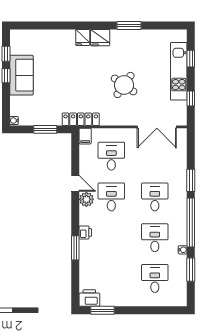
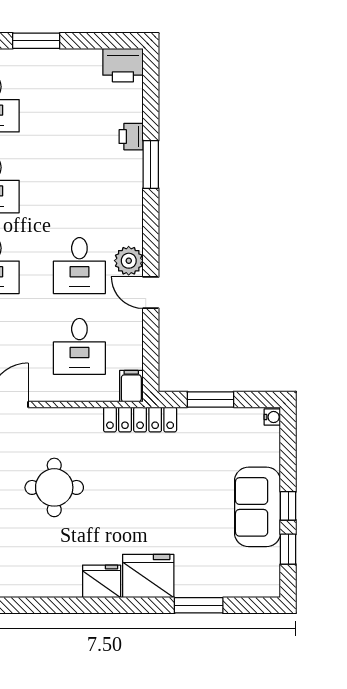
window: (129, 25) -> (199, 605), moved
fridge: (83, 38) -> (148, 576), width x1.88, depth x1.34
round table: (124, 85) -> (54, 487), turned -35
printer: (85, 232) -> (131, 137), moved
window: (103, 310) -> (36, 41), moved

